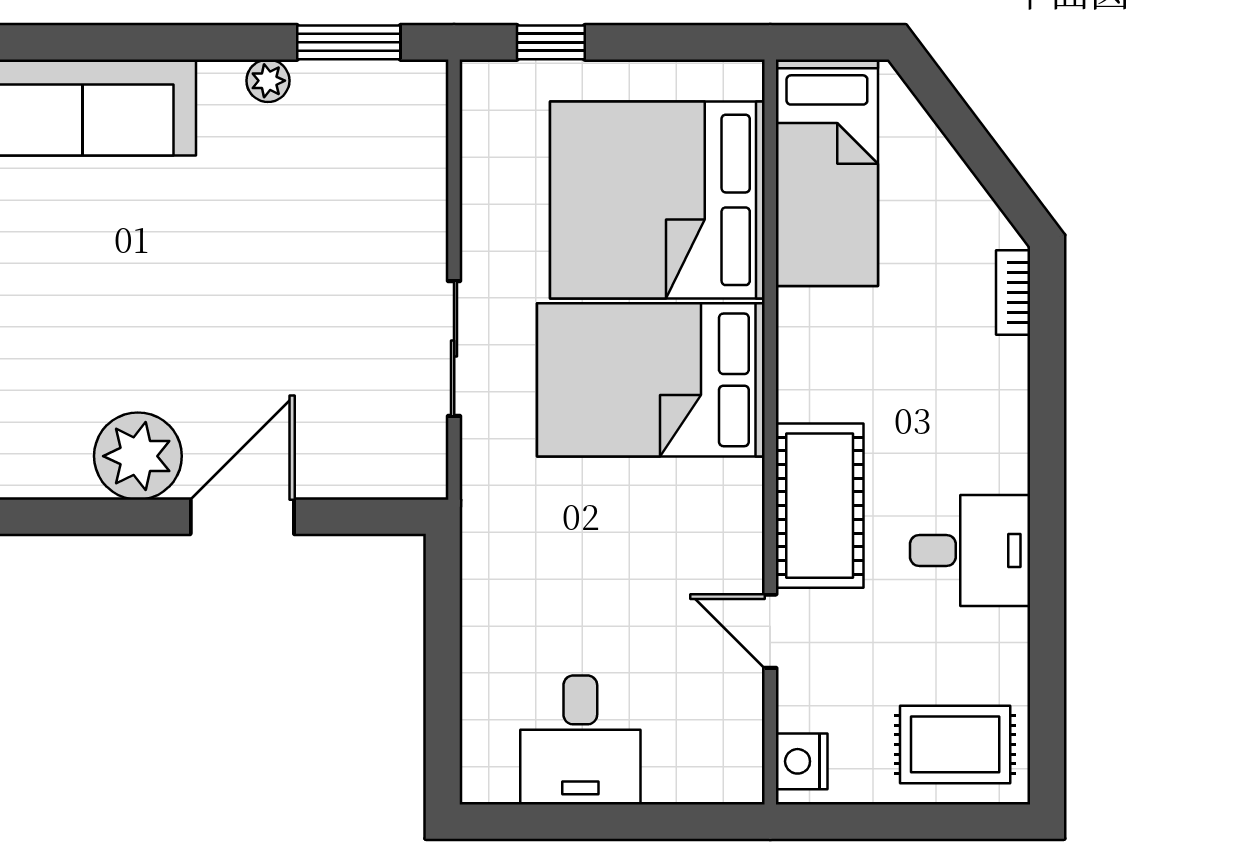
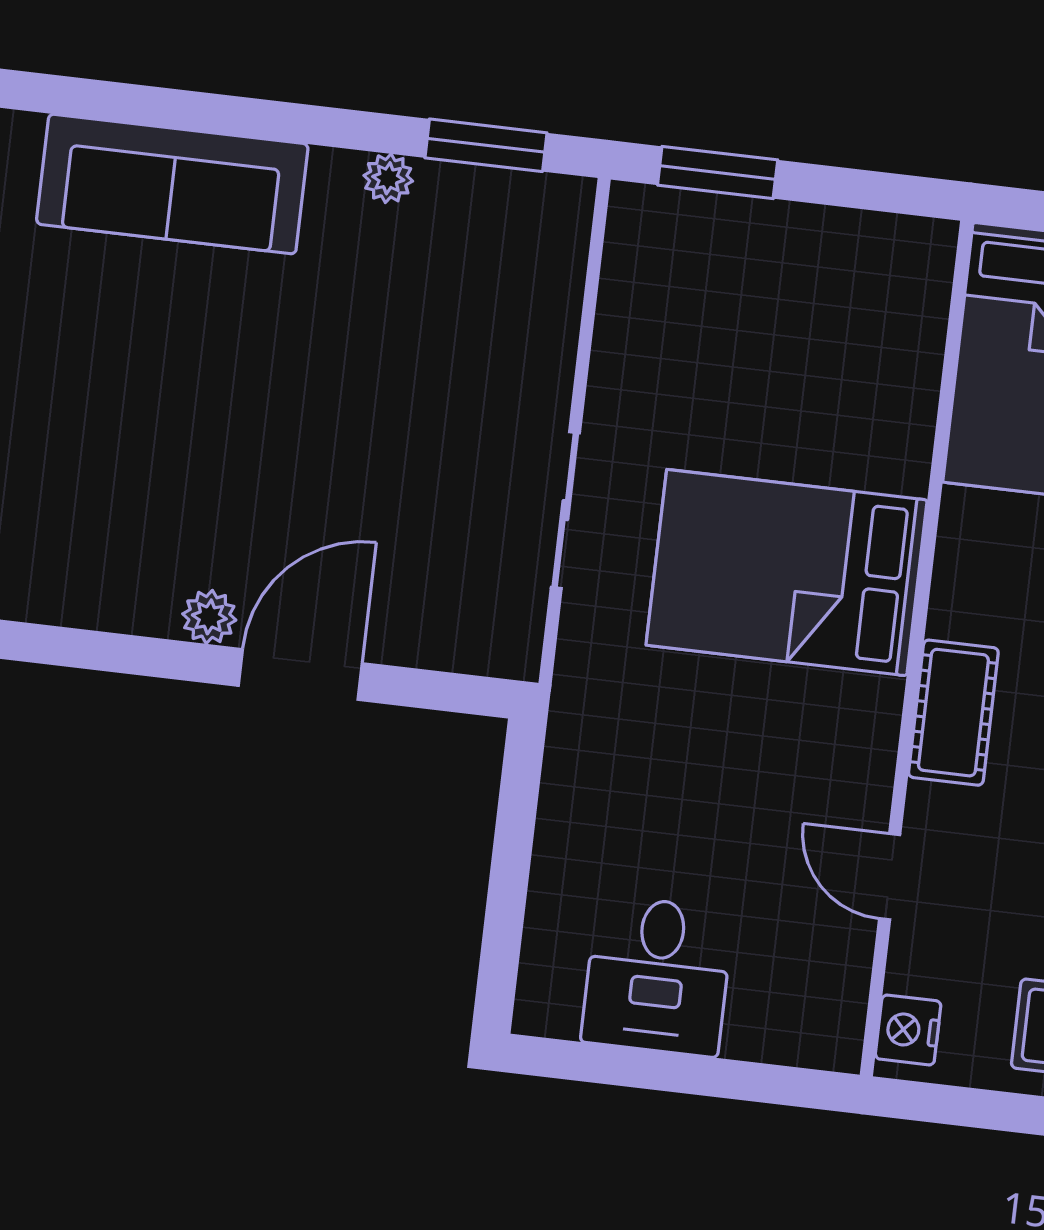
window: (551, 42) -> (718, 172), width x1.50
bed: (657, 200) -> (818, 367), removed
plant: (138, 456) -> (209, 617), width x0.53, depth x0.53
cot: (820, 506) -> (953, 713), width x0.73, depth x0.75

